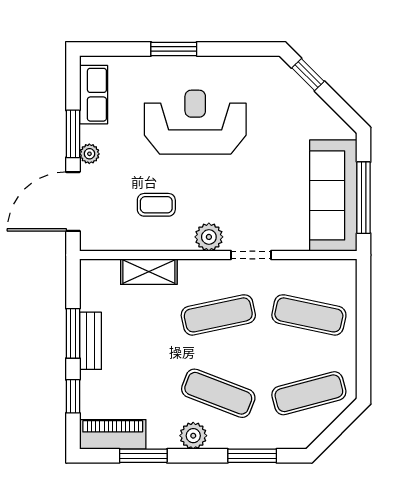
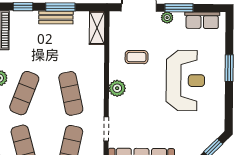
coffee table: (156, 205) -> (137, 57), turned 90
doorway: (251, 255) -> (106, 129), moved
shelving: (149, 272) -> (97, 28), moved

